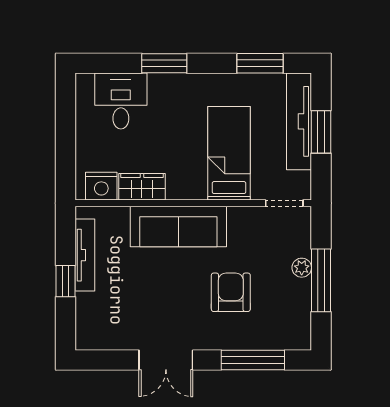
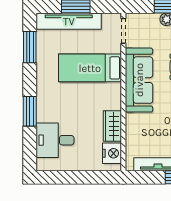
sofa: (178, 226) -> (139, 80), moved

